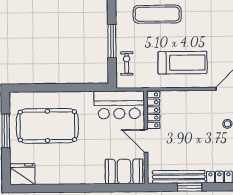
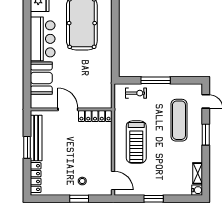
bar counter: (119, 105) -> (43, 39), moved, turned 180
door: (146, 141) -> (68, 109), hinge flipped
booth: (124, 171) -> (41, 78), moved

